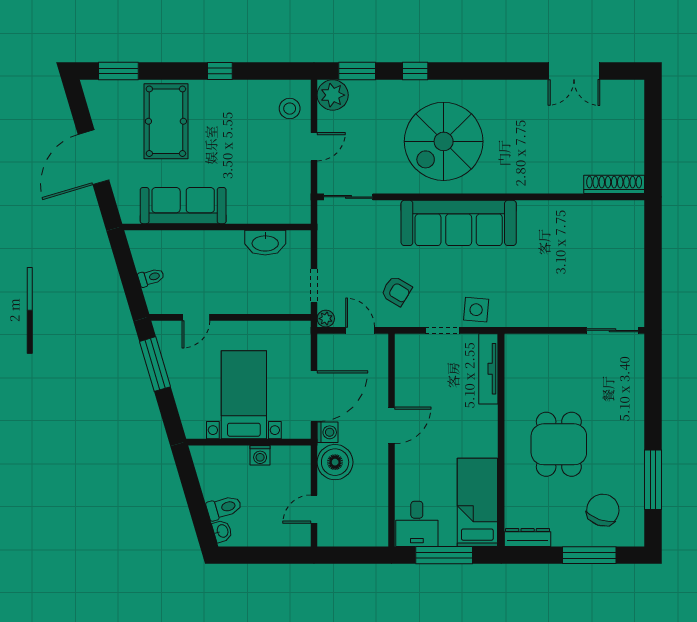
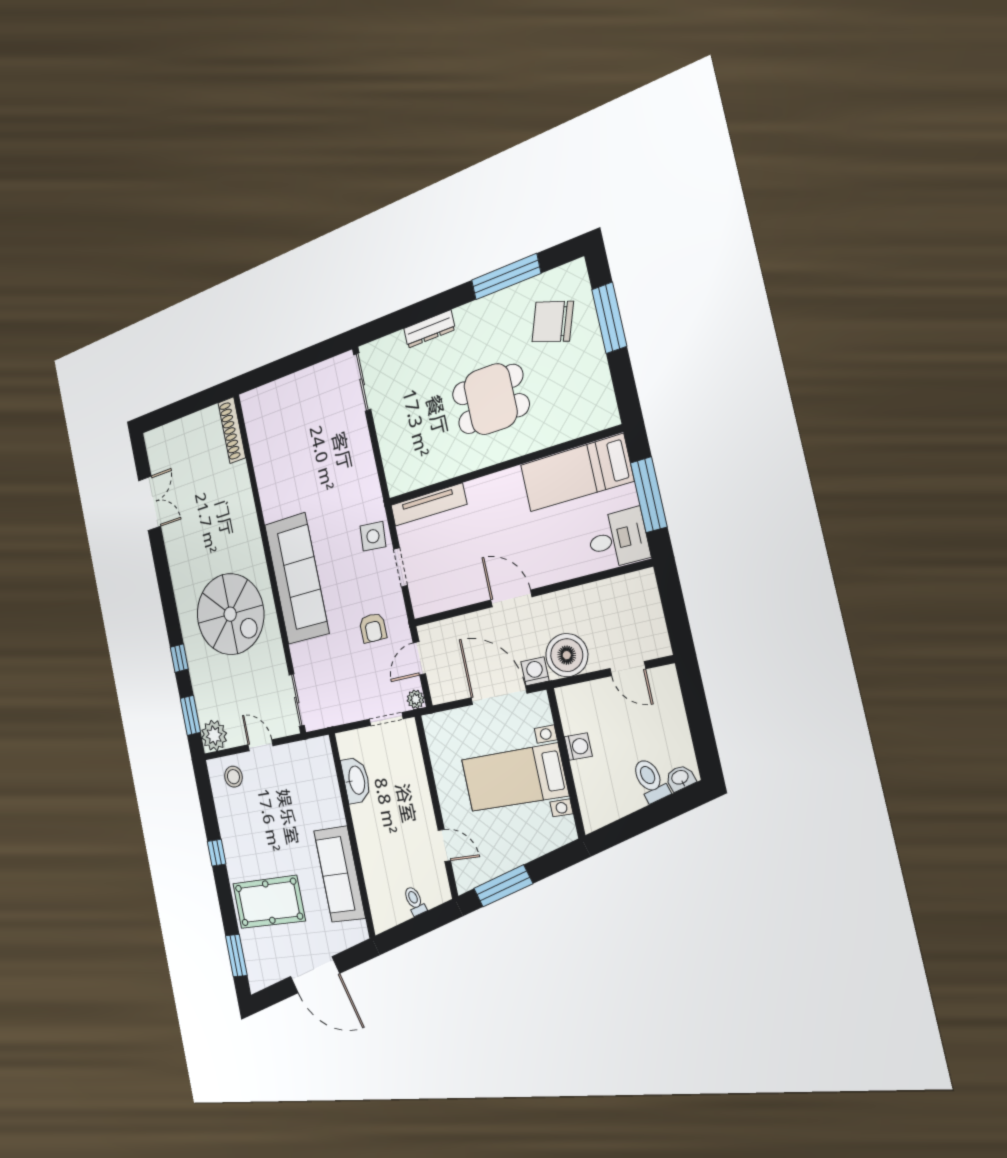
armchair: (396, 291) -> (373, 628), turned 149
dresser: (528, 537) -> (429, 329), moved, turned -90

